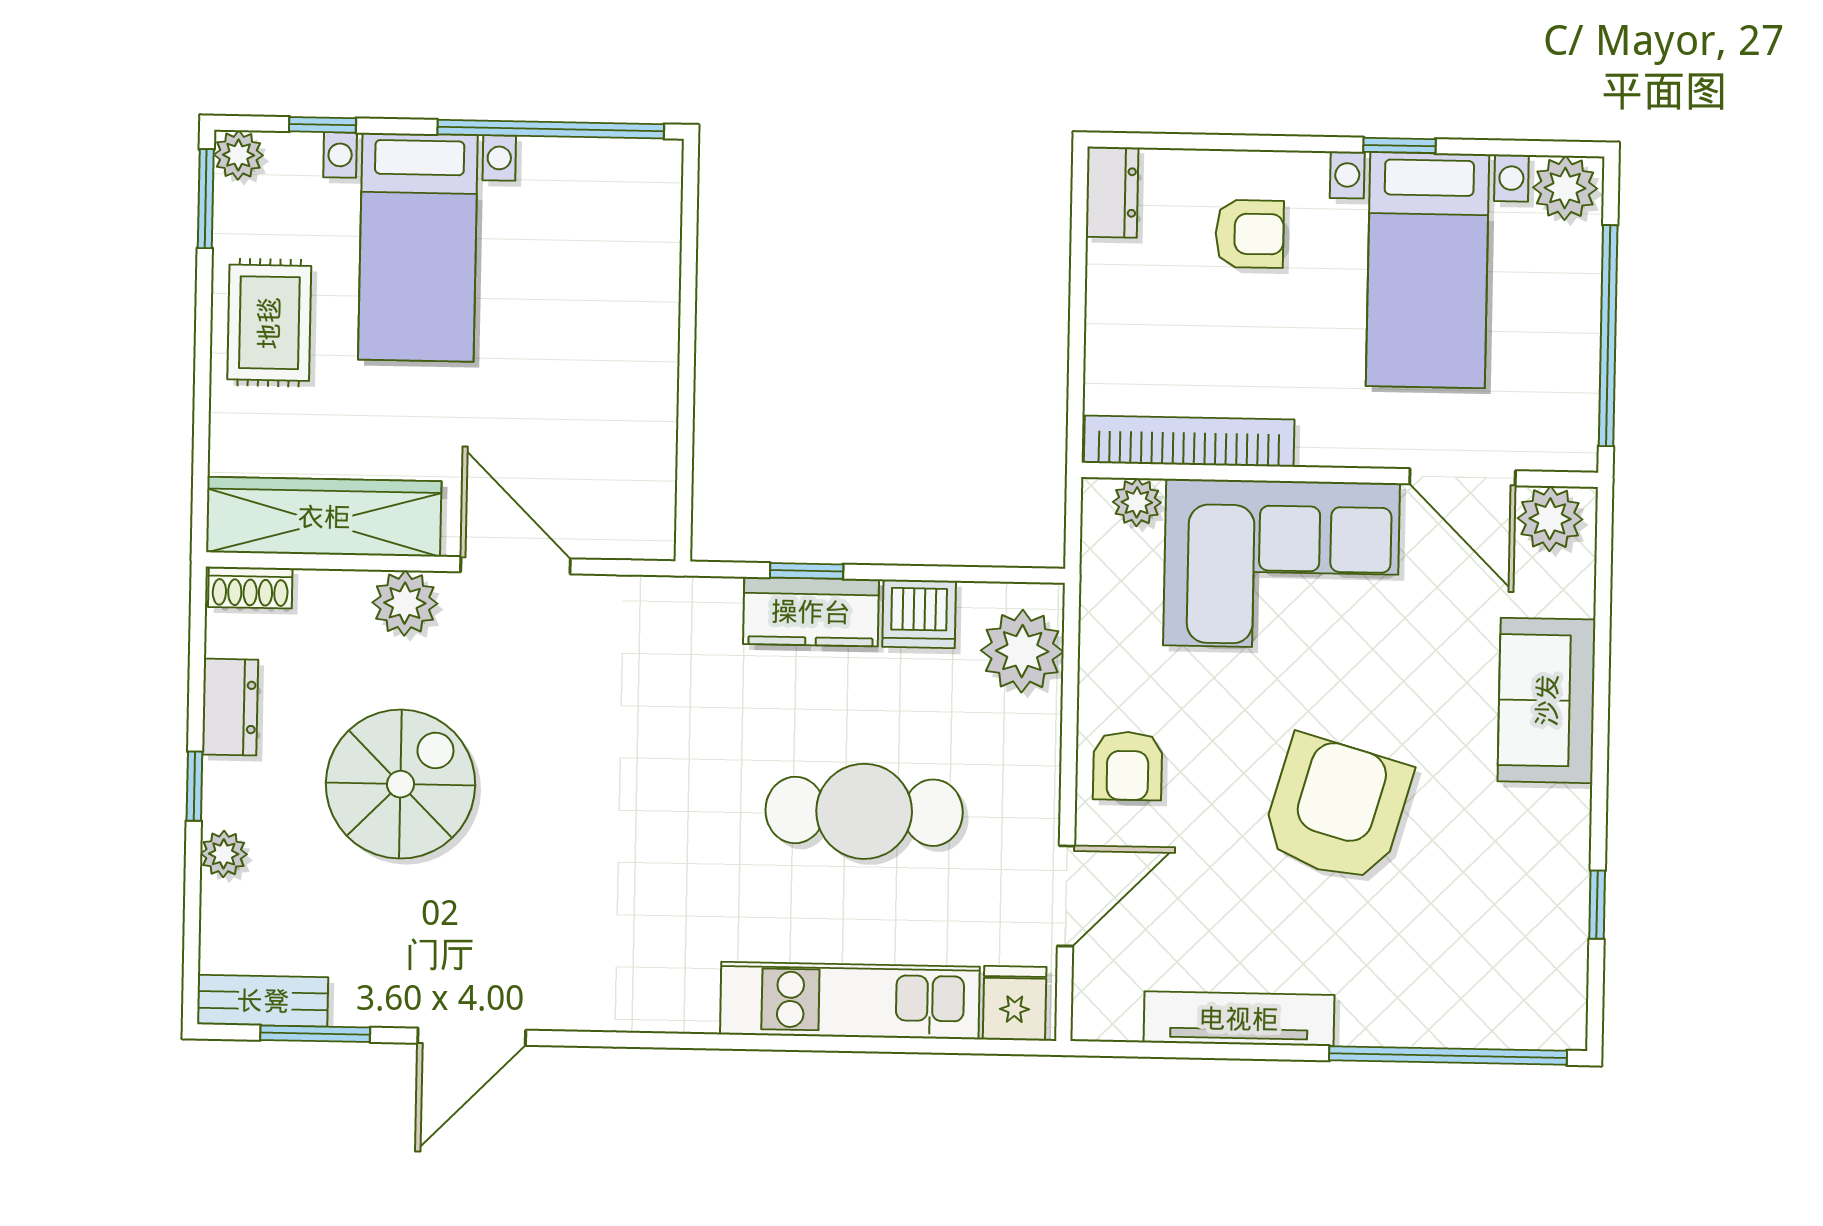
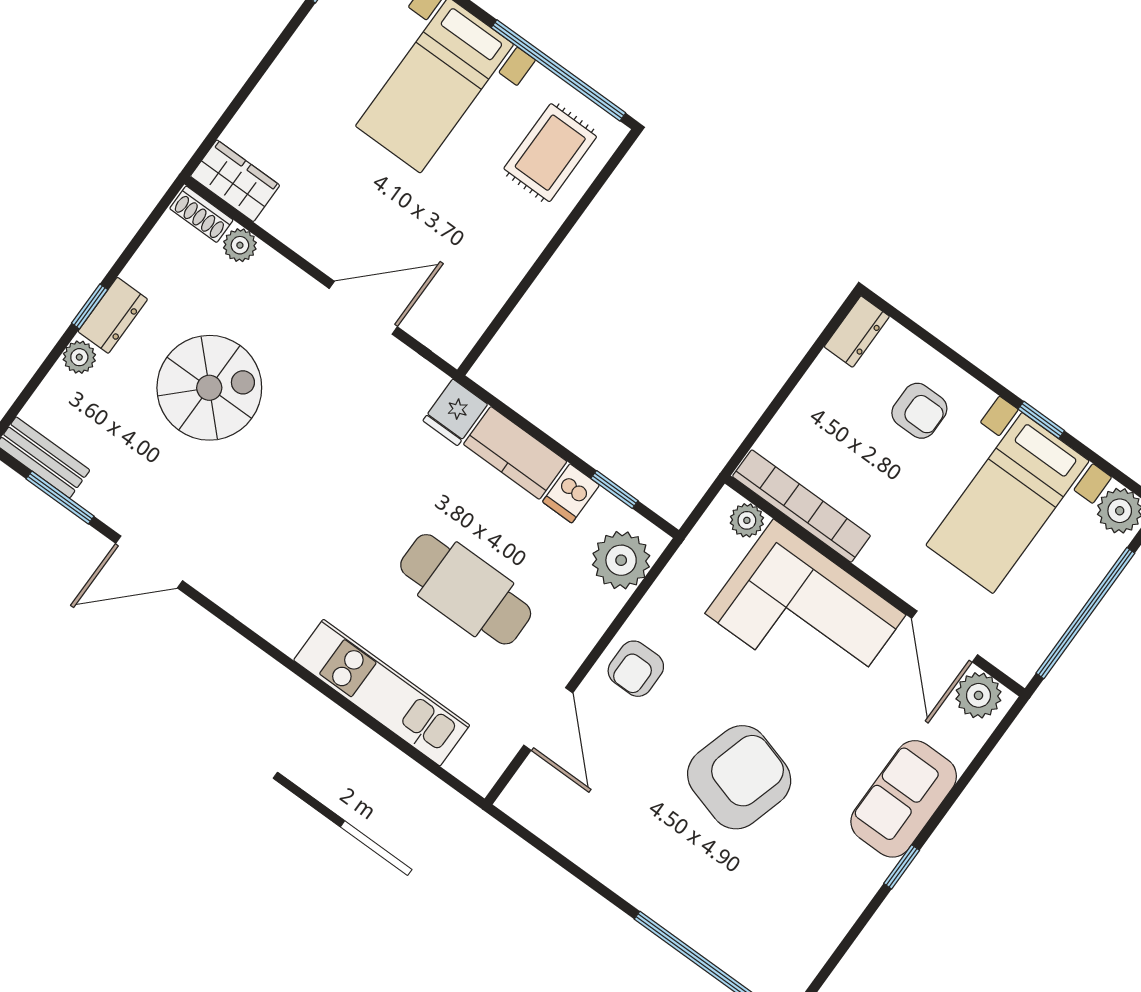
rug: (269, 323) -> (550, 153), moved
wardrobe: (324, 517) -> (235, 181), width x0.48, depth x0.85
door: (516, 565) -> (363, 308), hinge flipped
window: (807, 571) -> (614, 490), moved
plant: (405, 603) -> (240, 245), moved, width x0.73, depth x0.73
dishwasher: (919, 614) -> (571, 493), width x0.73
dresser: (230, 707) -> (113, 315), moved
door: (1066, 896) -> (548, 719), hinge flipped
window: (1597, 905) -> (902, 867), moved
fridge: (1015, 1003) -> (455, 412), moved, turned 180
tv unit: (1239, 1019) -> (599, 859), removed

